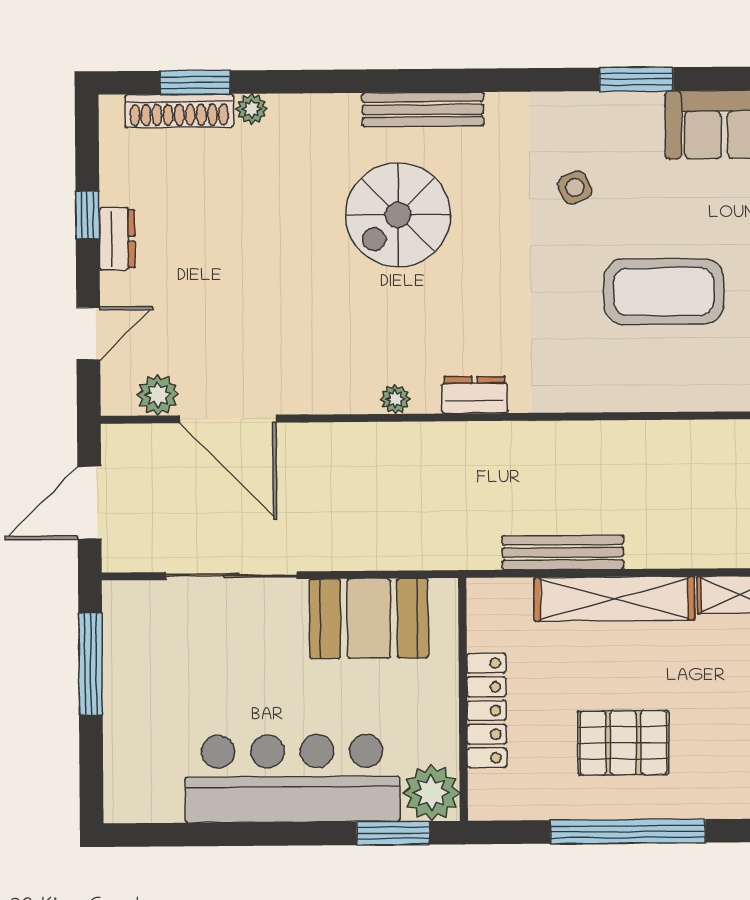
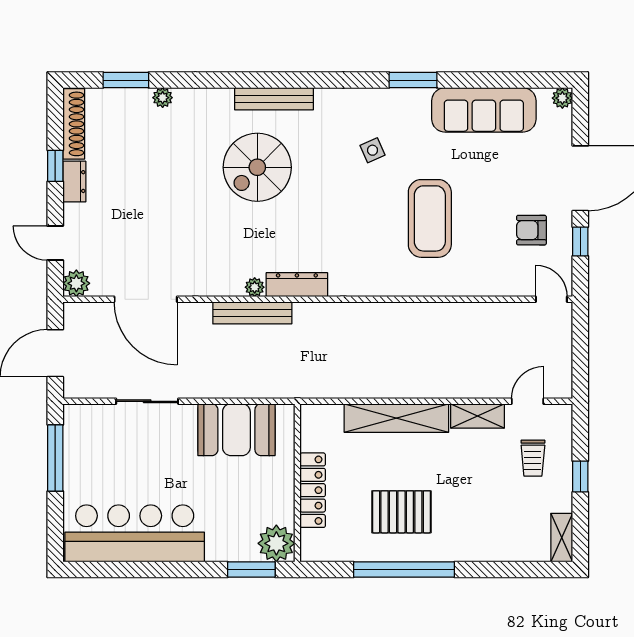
shoe rack: (179, 111) -> (74, 124), moved, turned -90
coffee table: (664, 292) -> (430, 218), turned 90
door: (88, 333) -> (55, 243), swing flipped
plant: (158, 395) -> (76, 283), moved
dresser: (475, 395) -> (297, 285), width x1.44
bench: (563, 552) -> (252, 313), moved
sliding door: (231, 576) -> (147, 401), width x0.73
bar counter: (292, 778) -> (135, 533), moved

